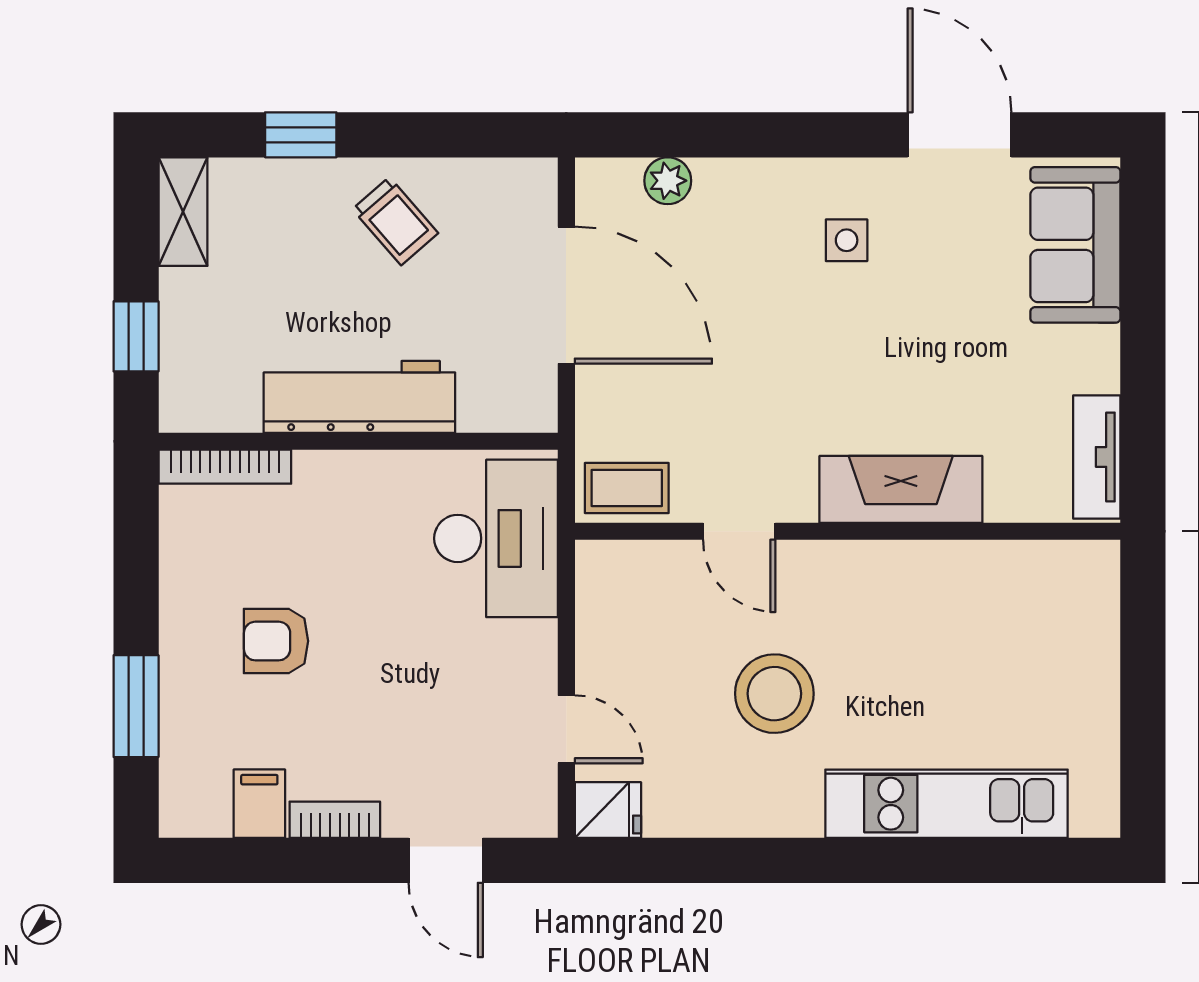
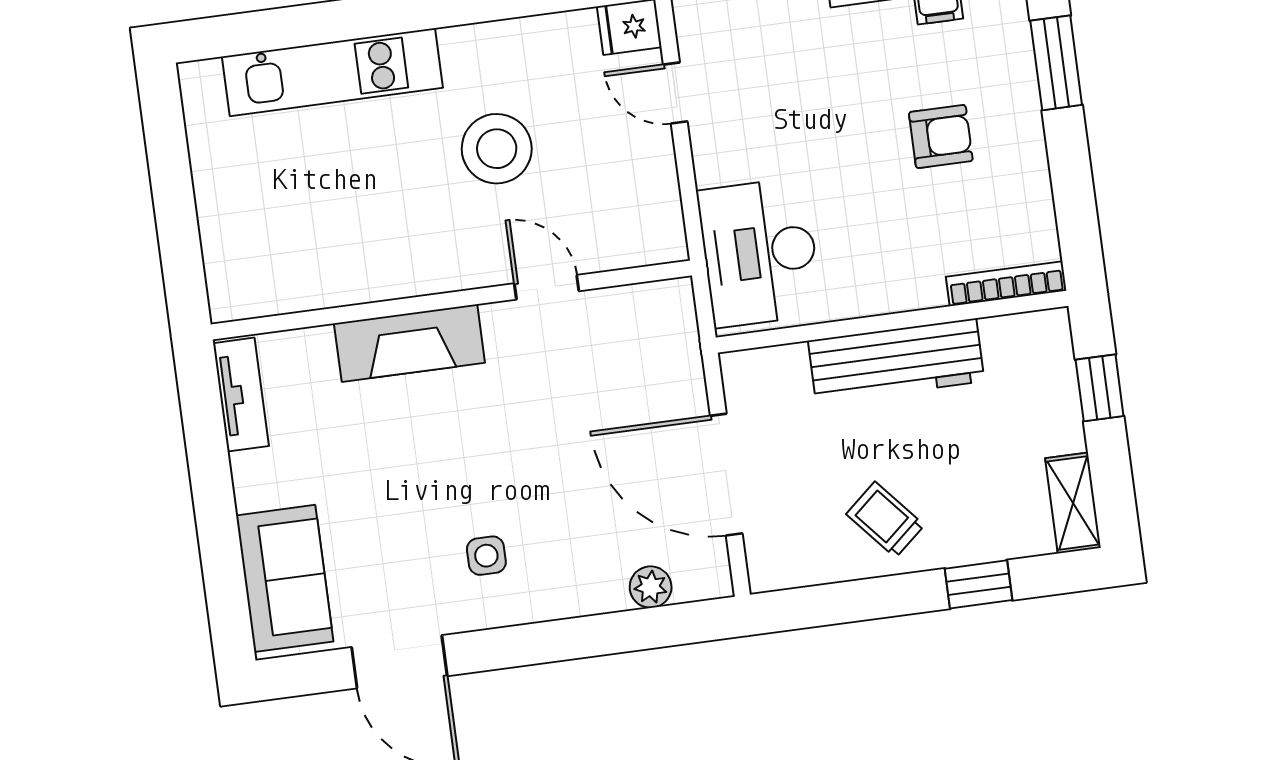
coffee table: (627, 488) -> (651, 312), removed

